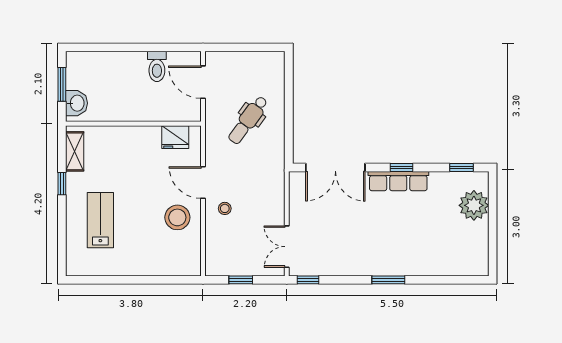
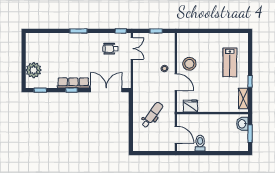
wheelchair: (328, 246) -> (110, 49), added

